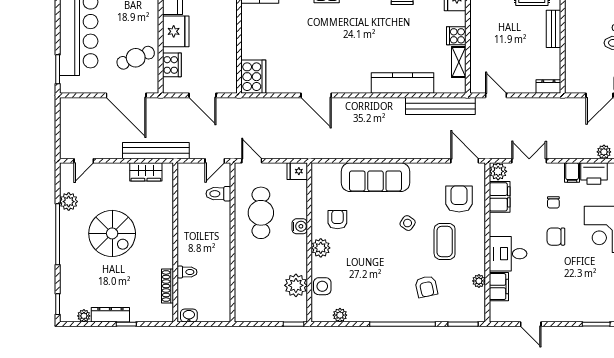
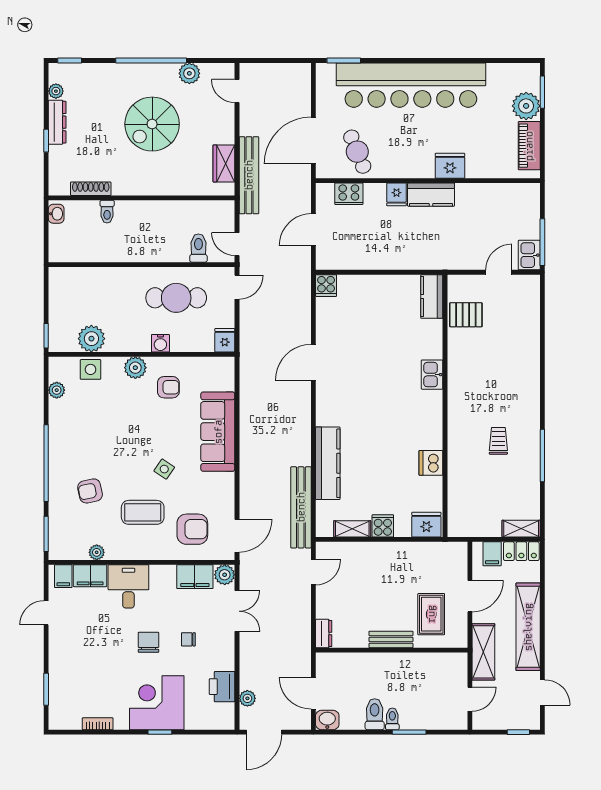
fridge: (176, 31) -> (397, 194), width x0.53, depth x0.75
cooker: (253, 77) -> (326, 286), width x0.53, depth x0.76
filing cabinet: (572, 173) -> (63, 576), moved, turned -90

